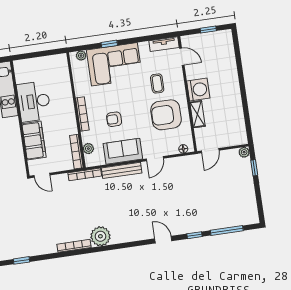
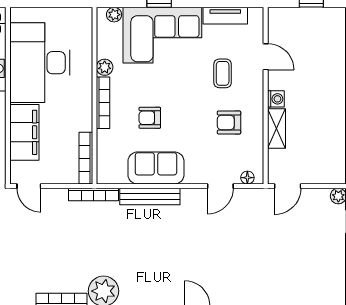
tv unit: (164, 44) -> (225, 16), moved
door: (182, 57) -> (266, 57), moved
washing machine: (198, 90) -> (276, 99), width x0.53, depth x0.53
desk: (34, 101) -> (40, 63), width x1.36, depth x1.30
armchair: (166, 115) -> (229, 122), width x0.53, depth x0.53
plant: (88, 149) -> (105, 67), moved
door: (155, 159) -> (220, 186), moved

